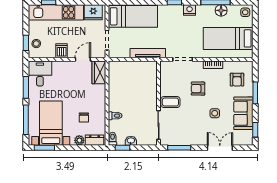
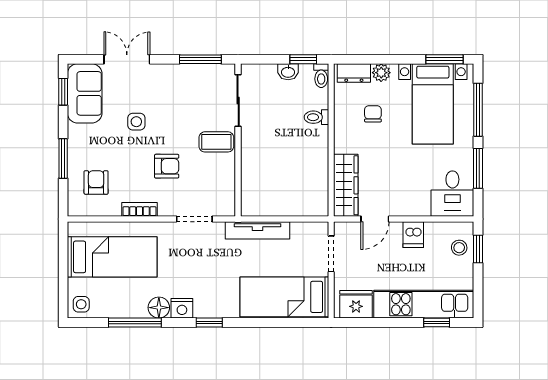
floor lamp: (221, 10) -> (159, 308), moved
wardrobe: (99, 72) -> (346, 185), width x1.50
sofa: (243, 113) -> (85, 93), moved
double door: (220, 148) -> (127, 59), swing flipped

